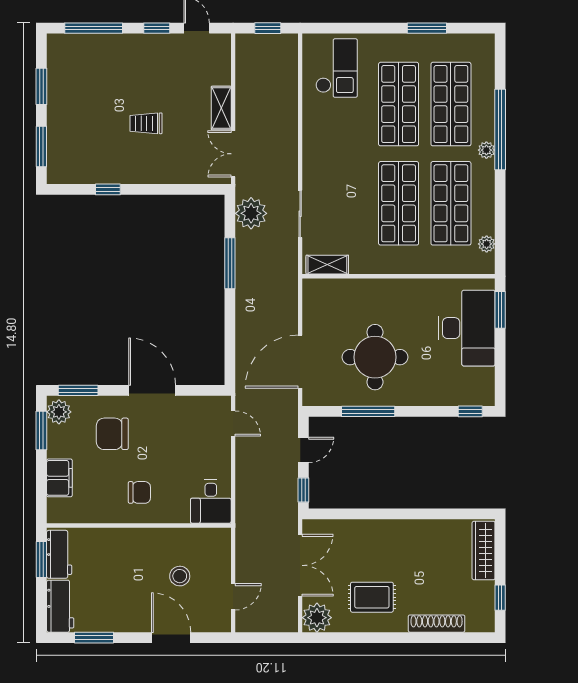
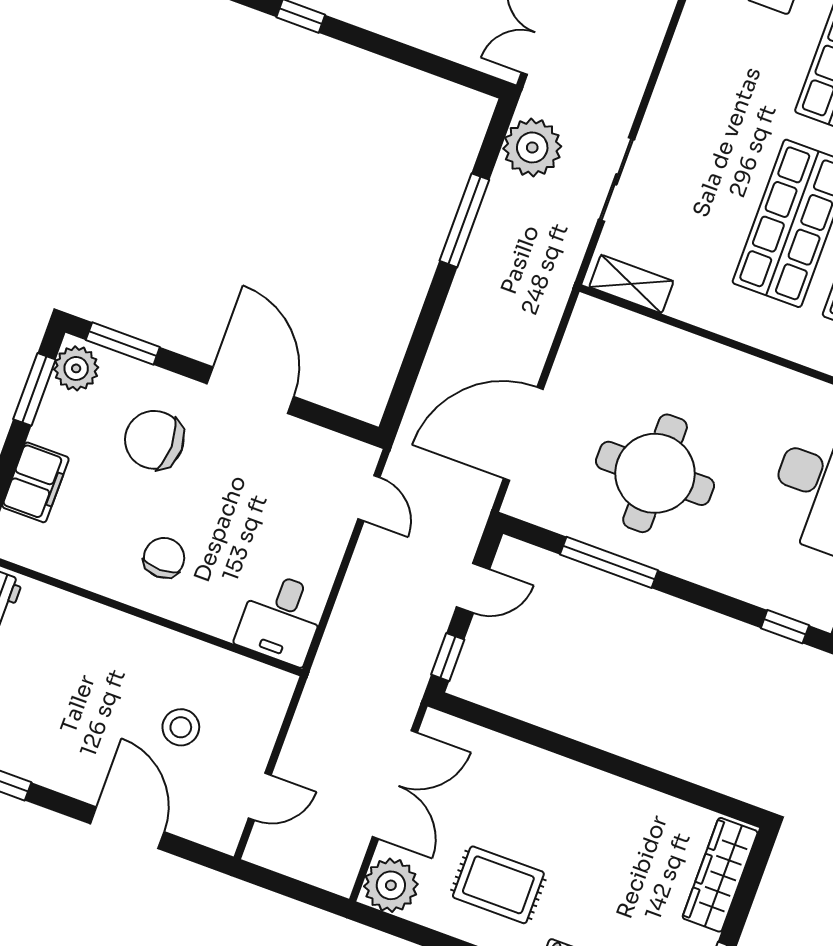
chair: (139, 492) -> (164, 558), turned -90

